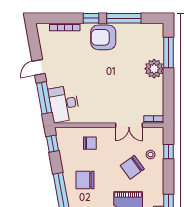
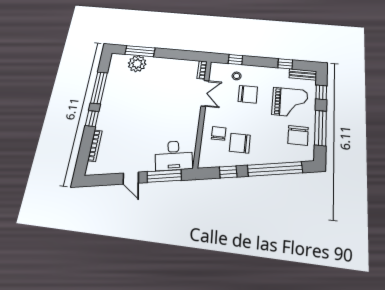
armchair: (103, 37) -> (113, 109), removed
plant: (154, 69) -> (137, 64), moved
window: (52, 144) -> (228, 172), moved
chair: (132, 167) -> (248, 94), turned -54
chair: (85, 180) -> (240, 143), moved, turned 90

